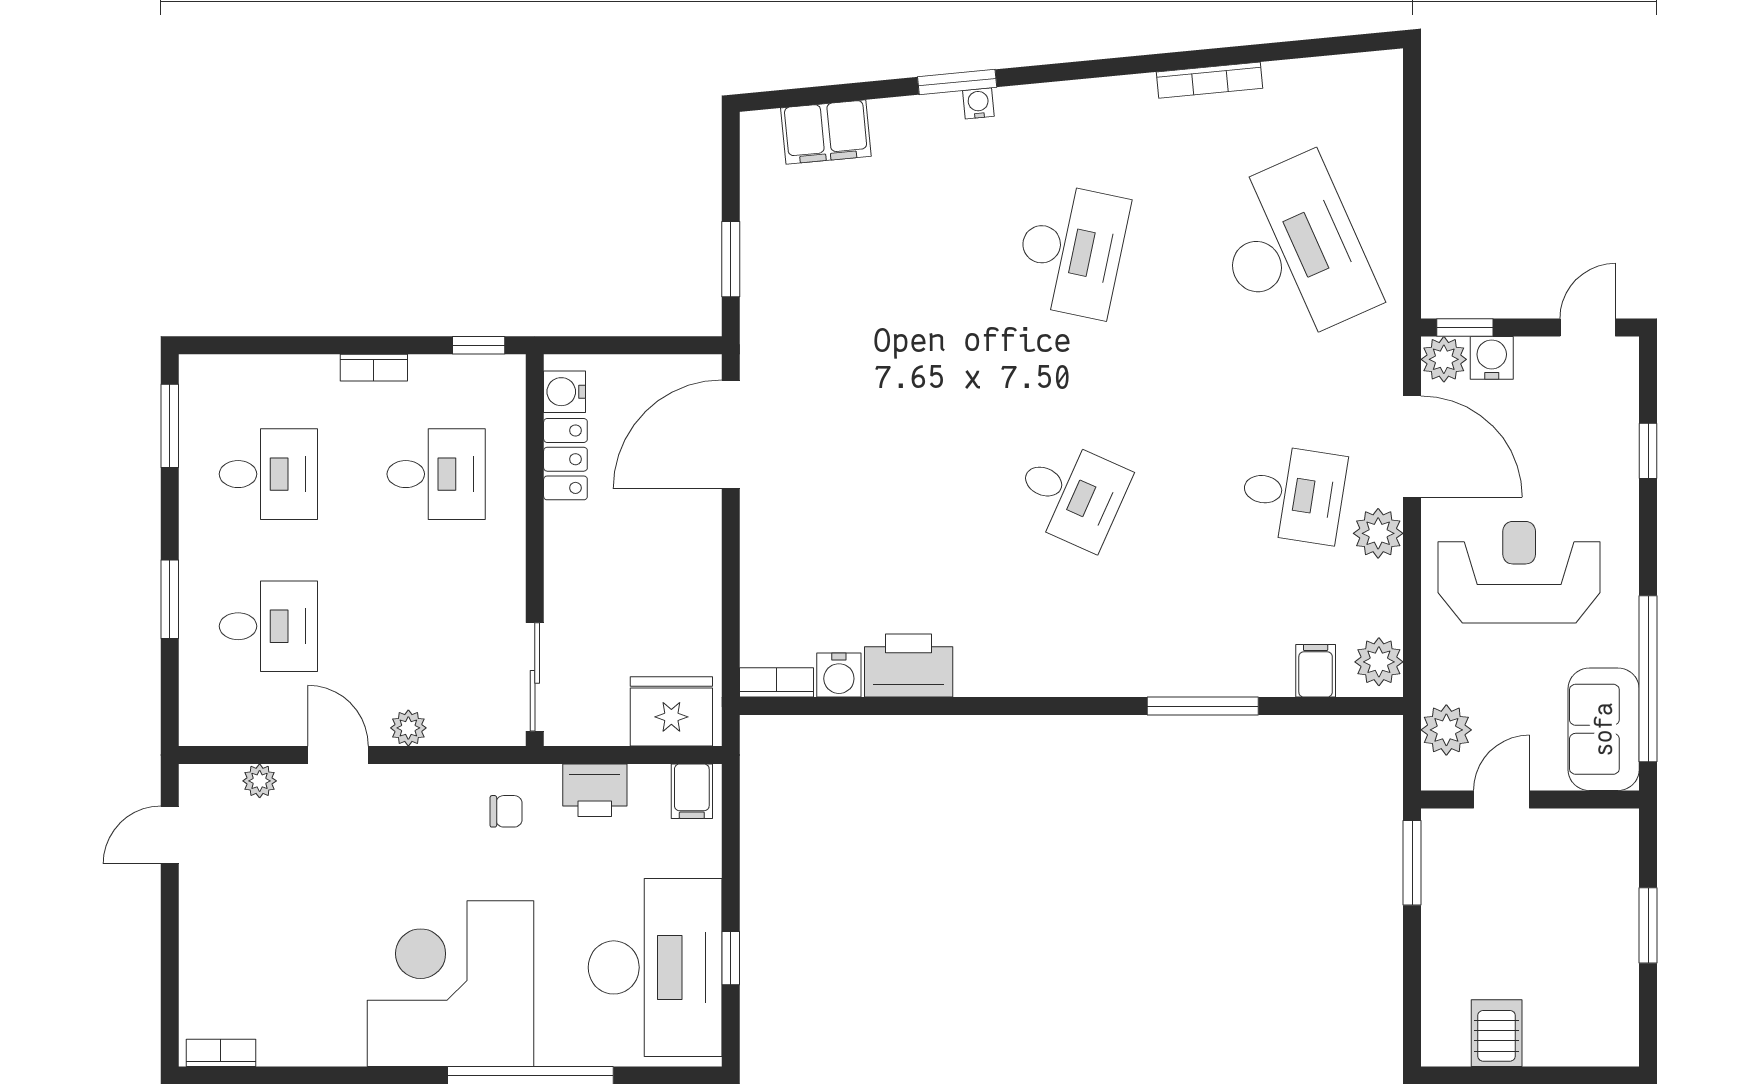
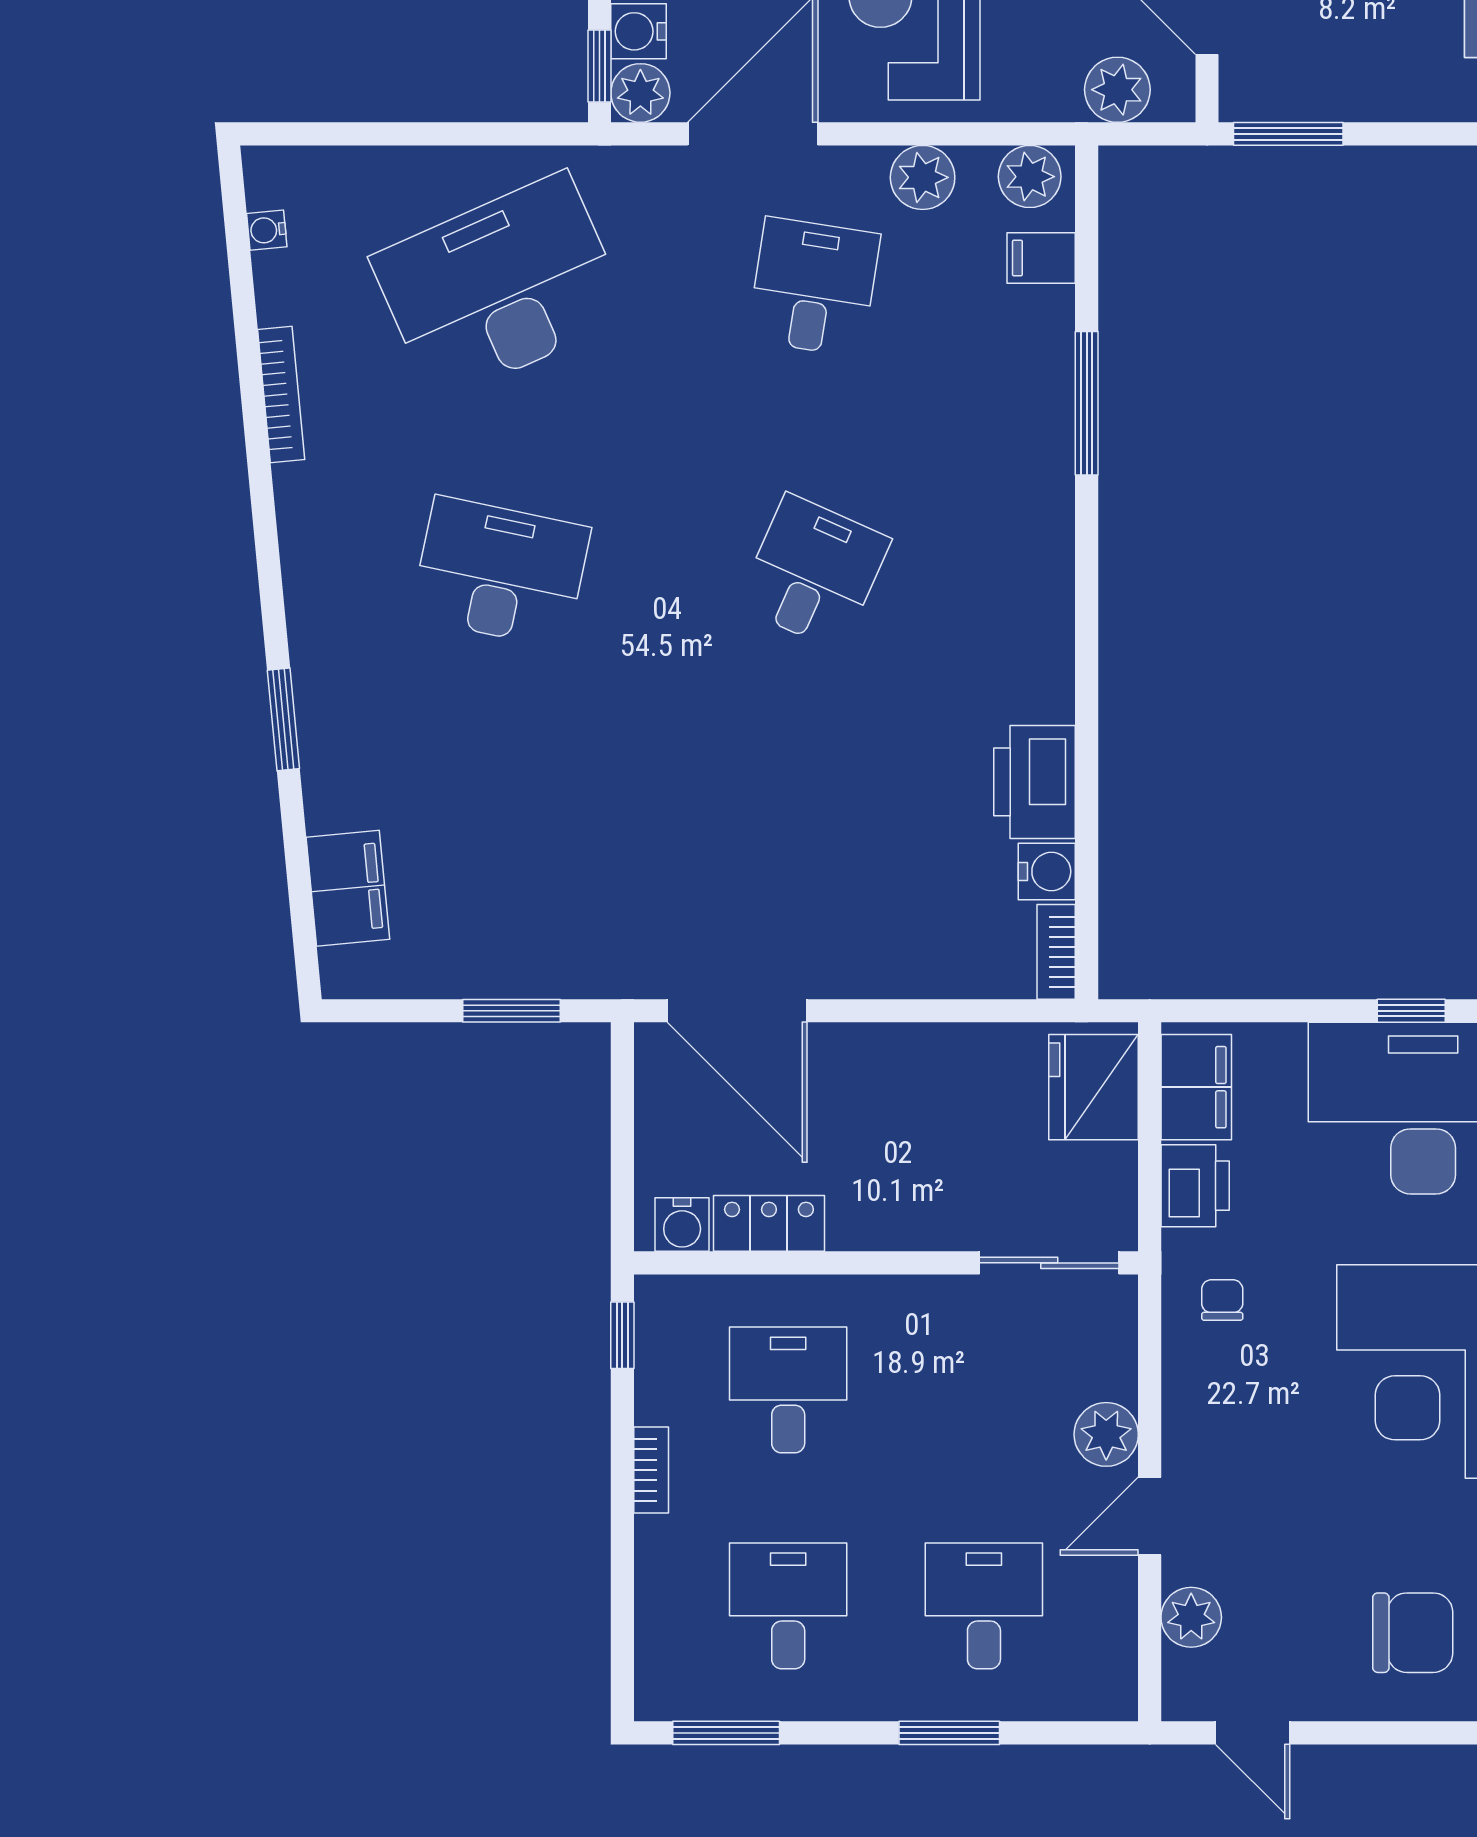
water cooler: (978, 103) -> (267, 230), moved
plant: (1378, 533) -> (923, 177), moved
plant: (408, 728) -> (1106, 1434), width x1.38, depth x1.38
plant: (260, 781) -> (1191, 1617), width x1.38, depth x1.38
filing cabinet: (692, 791) -> (1196, 1087), width x2.00
chair: (248, 959) -> (1413, 1633), added

